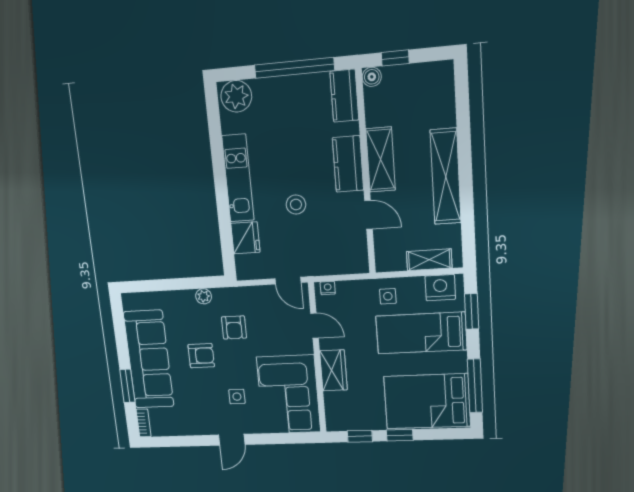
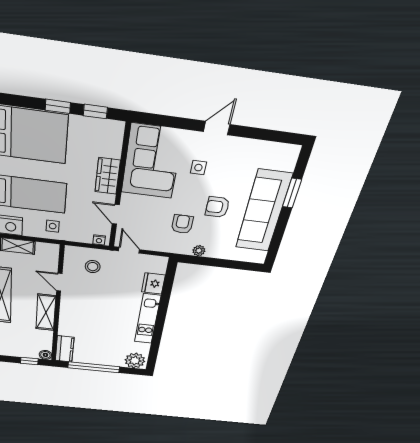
kitchen counter: (348, 164) -> (69, 314), removed
stool: (296, 204) -> (93, 267), moved
bookcase: (144, 423) -> (293, 158), removed

